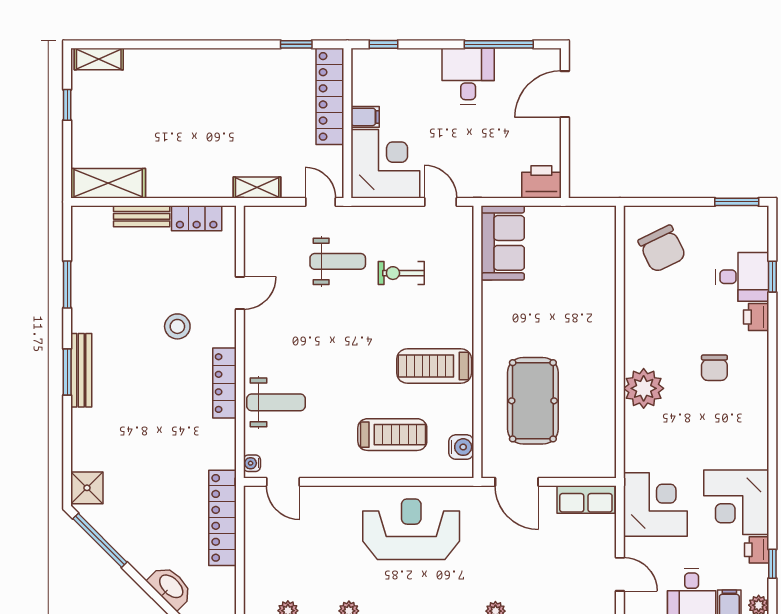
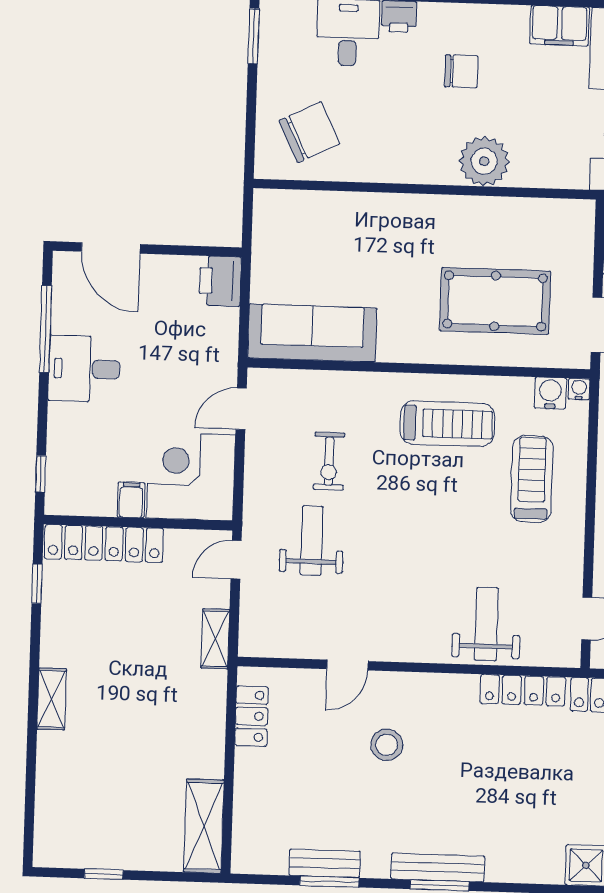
shelving: (99, 59) -> (52, 699), moved
bench: (142, 216) -> (325, 863), moved, turned 90
sofa: (503, 243) -> (312, 333), width x1.36
door: (240, 293) -> (347, 665), swing flipped
treadmill: (434, 366) -> (447, 424), turned -90
locker: (224, 383) -> (523, 690), moved
filing cabinet: (753, 445) -> (560, 26), added
water cooler: (252, 463) -> (579, 389), moved, turned 180

